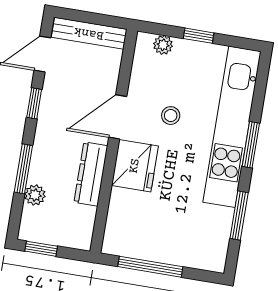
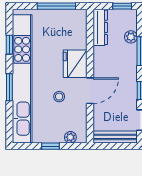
kitchen unit: (232, 127) -> (22, 79), width x1.36
dresser: (91, 174) -> (100, 27), moved
window: (239, 216) -> (9, 45), width x0.67

